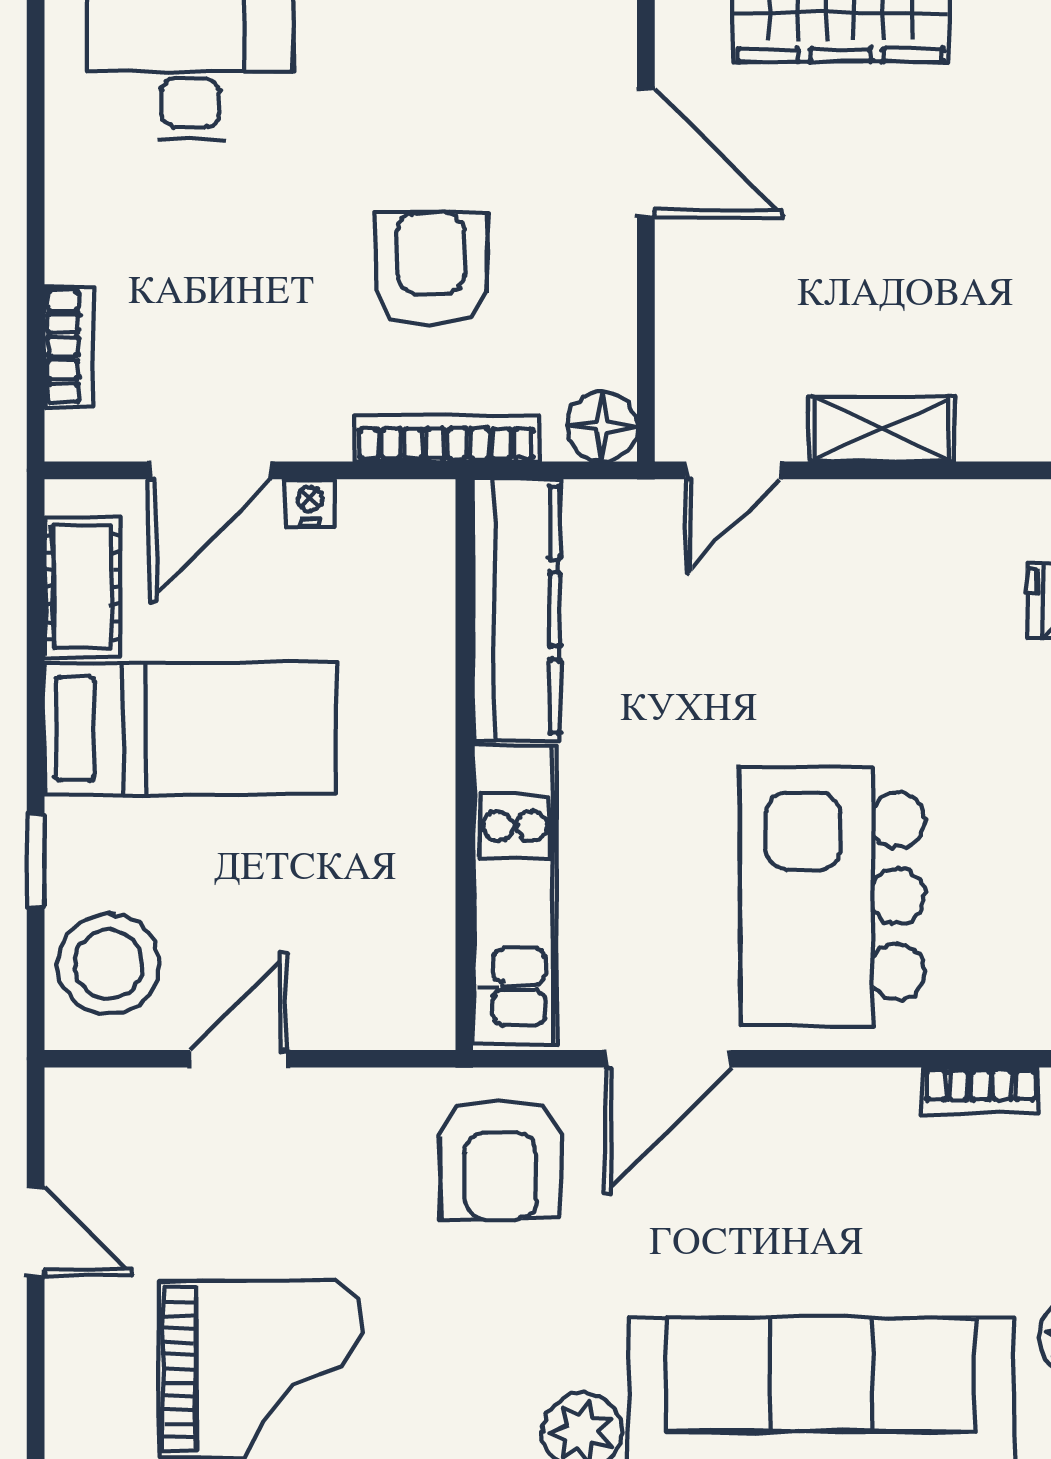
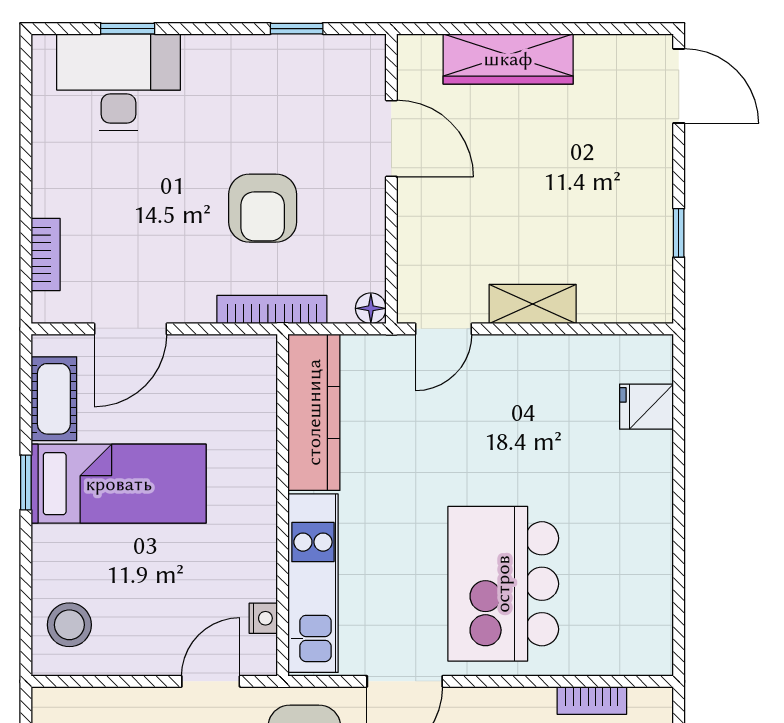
armchair: (431, 269) -> (263, 208), turned 180
floor lamp: (602, 426) -> (371, 308), width x0.73, depth x0.73
nightstand: (310, 503) -> (263, 618), moved, turned 90
window: (36, 861) -> (26, 482), moved
stool: (108, 964) -> (69, 625), width x0.73, depth x0.73
door: (239, 1059) -> (211, 681), moved

